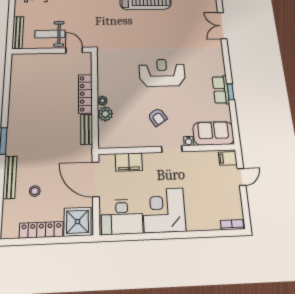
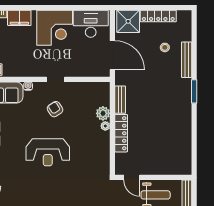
doorway: (172, 149) -> (55, 79), moved
filing cabinet: (129, 162) -> (19, 18), moved, turned 180

